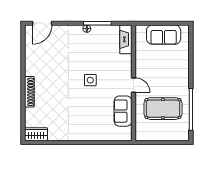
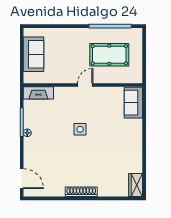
shoe rack: (29, 92) -> (81, 192), moved
pool table: (163, 109) -> (109, 55), turned 90
sofa: (123, 111) -> (133, 103), moved, turned 90

